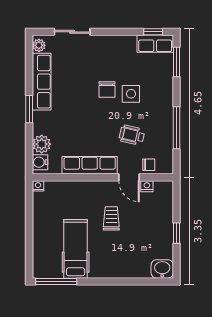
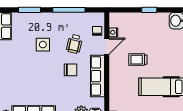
window: (176, 62) -> (29, 10), moved
chair: (107, 90) -> (70, 70), moved

